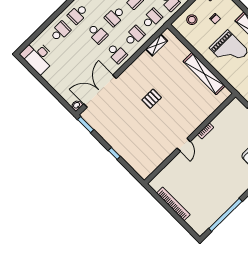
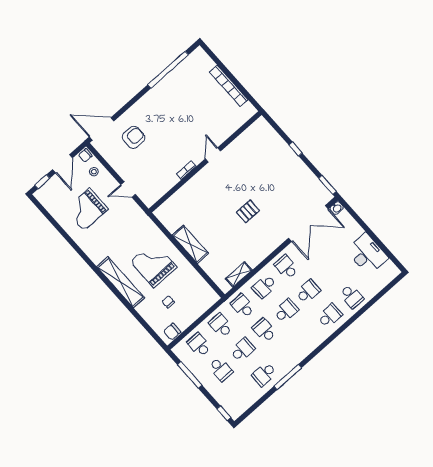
school desk: (152, 18) -> (243, 306), turned 90
stool: (192, 20) -> (196, 302), removed
school desk: (60, 31) -> (352, 296), turned -90
school desk: (97, 34) -> (308, 291), turned 90
desk: (38, 57) -> (367, 254), moved
shelving: (204, 74) -> (190, 244), width x0.68

